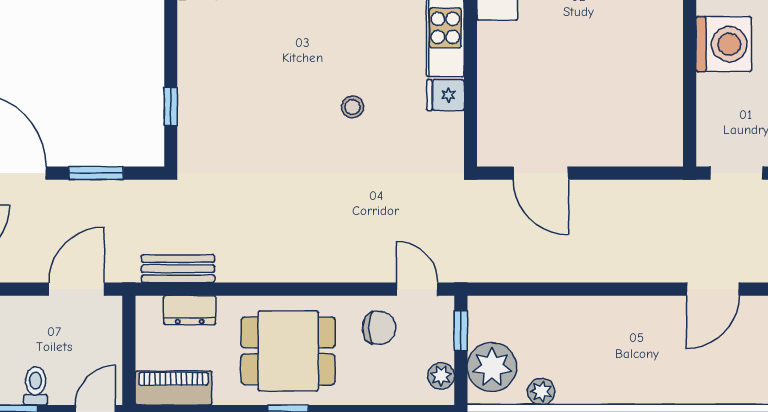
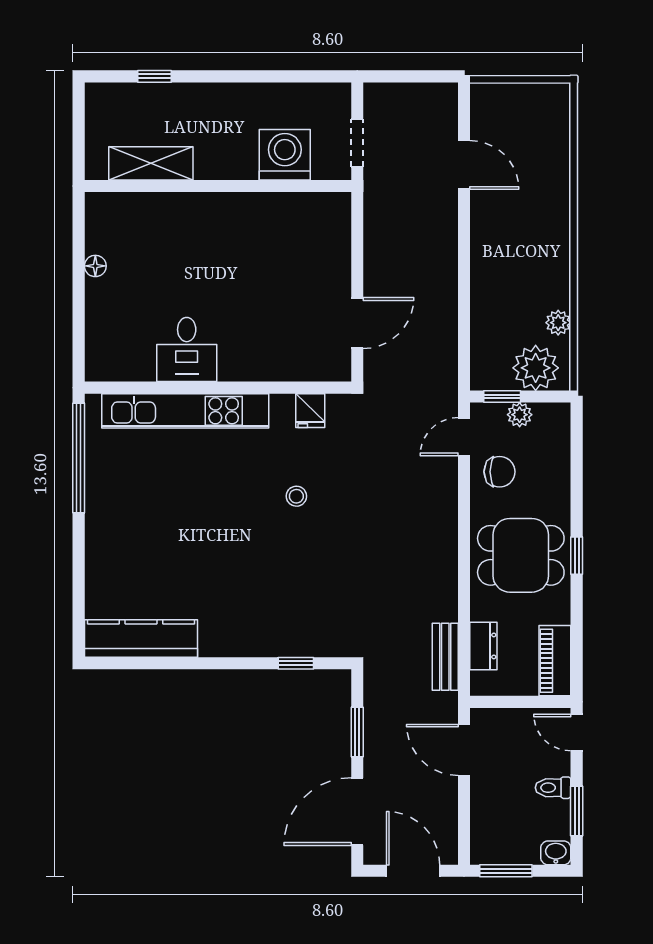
washing machine: (724, 44) -> (285, 155), moved
fridge: (445, 95) -> (310, 411), moved
chair: (379, 328) -> (500, 472), turned 90
dining table: (288, 351) -> (521, 555), turned 90
plant: (441, 376) -> (520, 415), moved

